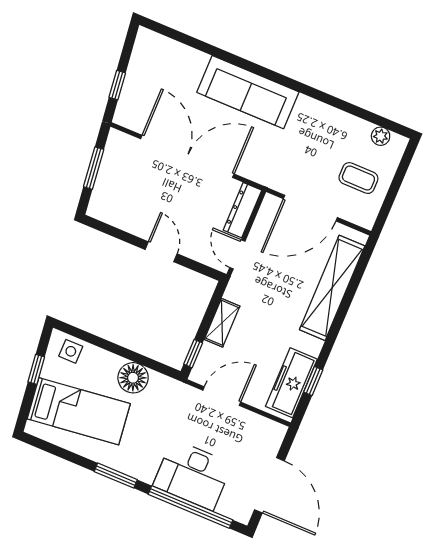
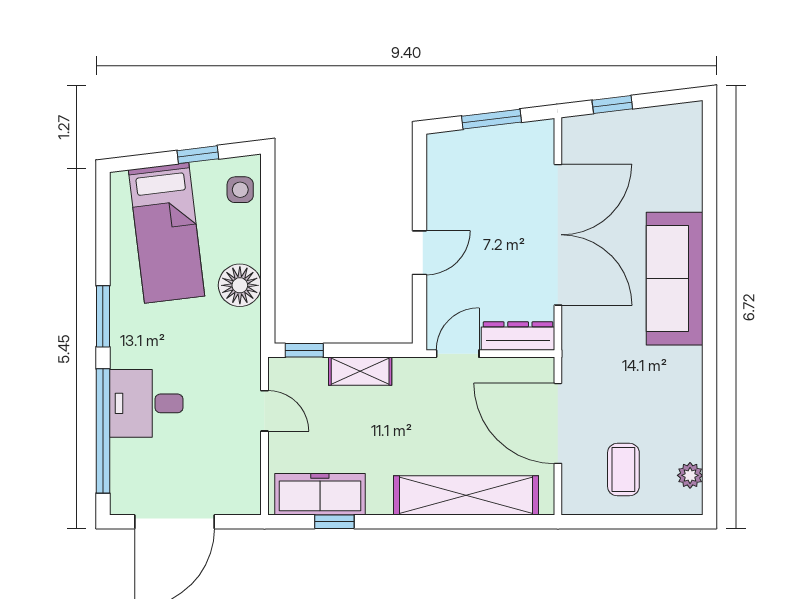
door: (222, 396) -> (264, 411), width x0.73
desk: (193, 475) -> (146, 403), width x0.73

